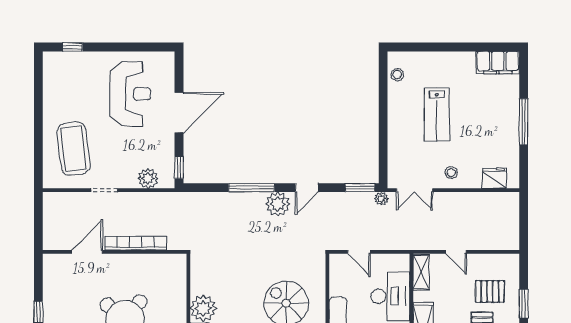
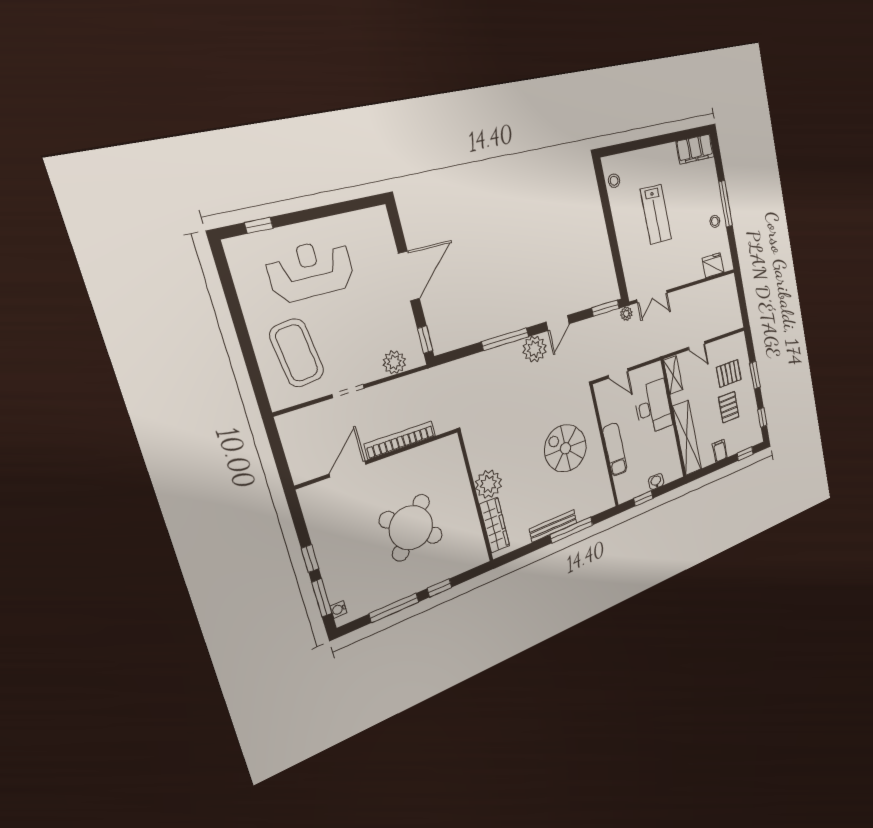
reception desk: (130, 94) -> (311, 270), moved, turned -90
stool: (451, 172) -> (715, 221), moved

